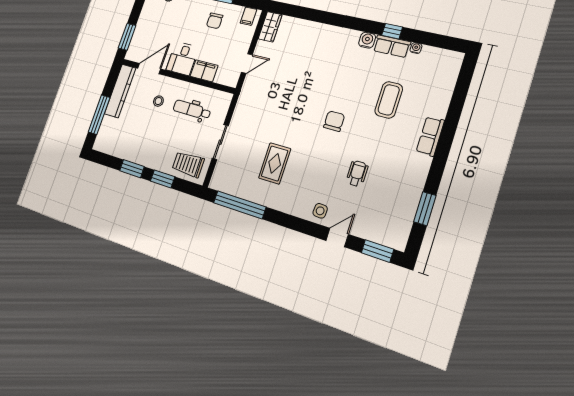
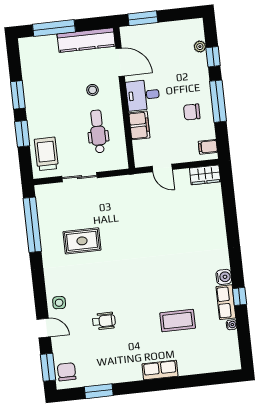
chair: (334, 121) -> (67, 372), moved, turned -90

